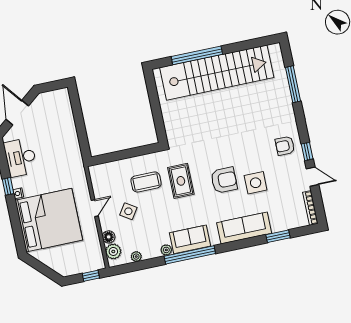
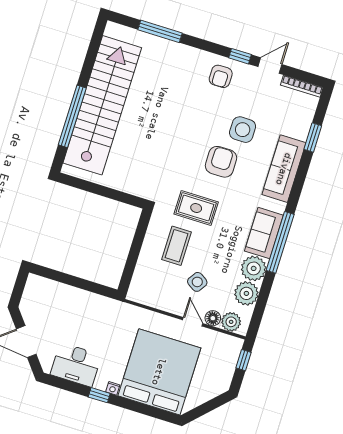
door: (95, 208) -> (193, 322), moved
plant: (166, 250) -> (254, 268), width x1.88, depth x1.88
plant: (136, 257) -> (246, 293), width x1.88, depth x1.88

